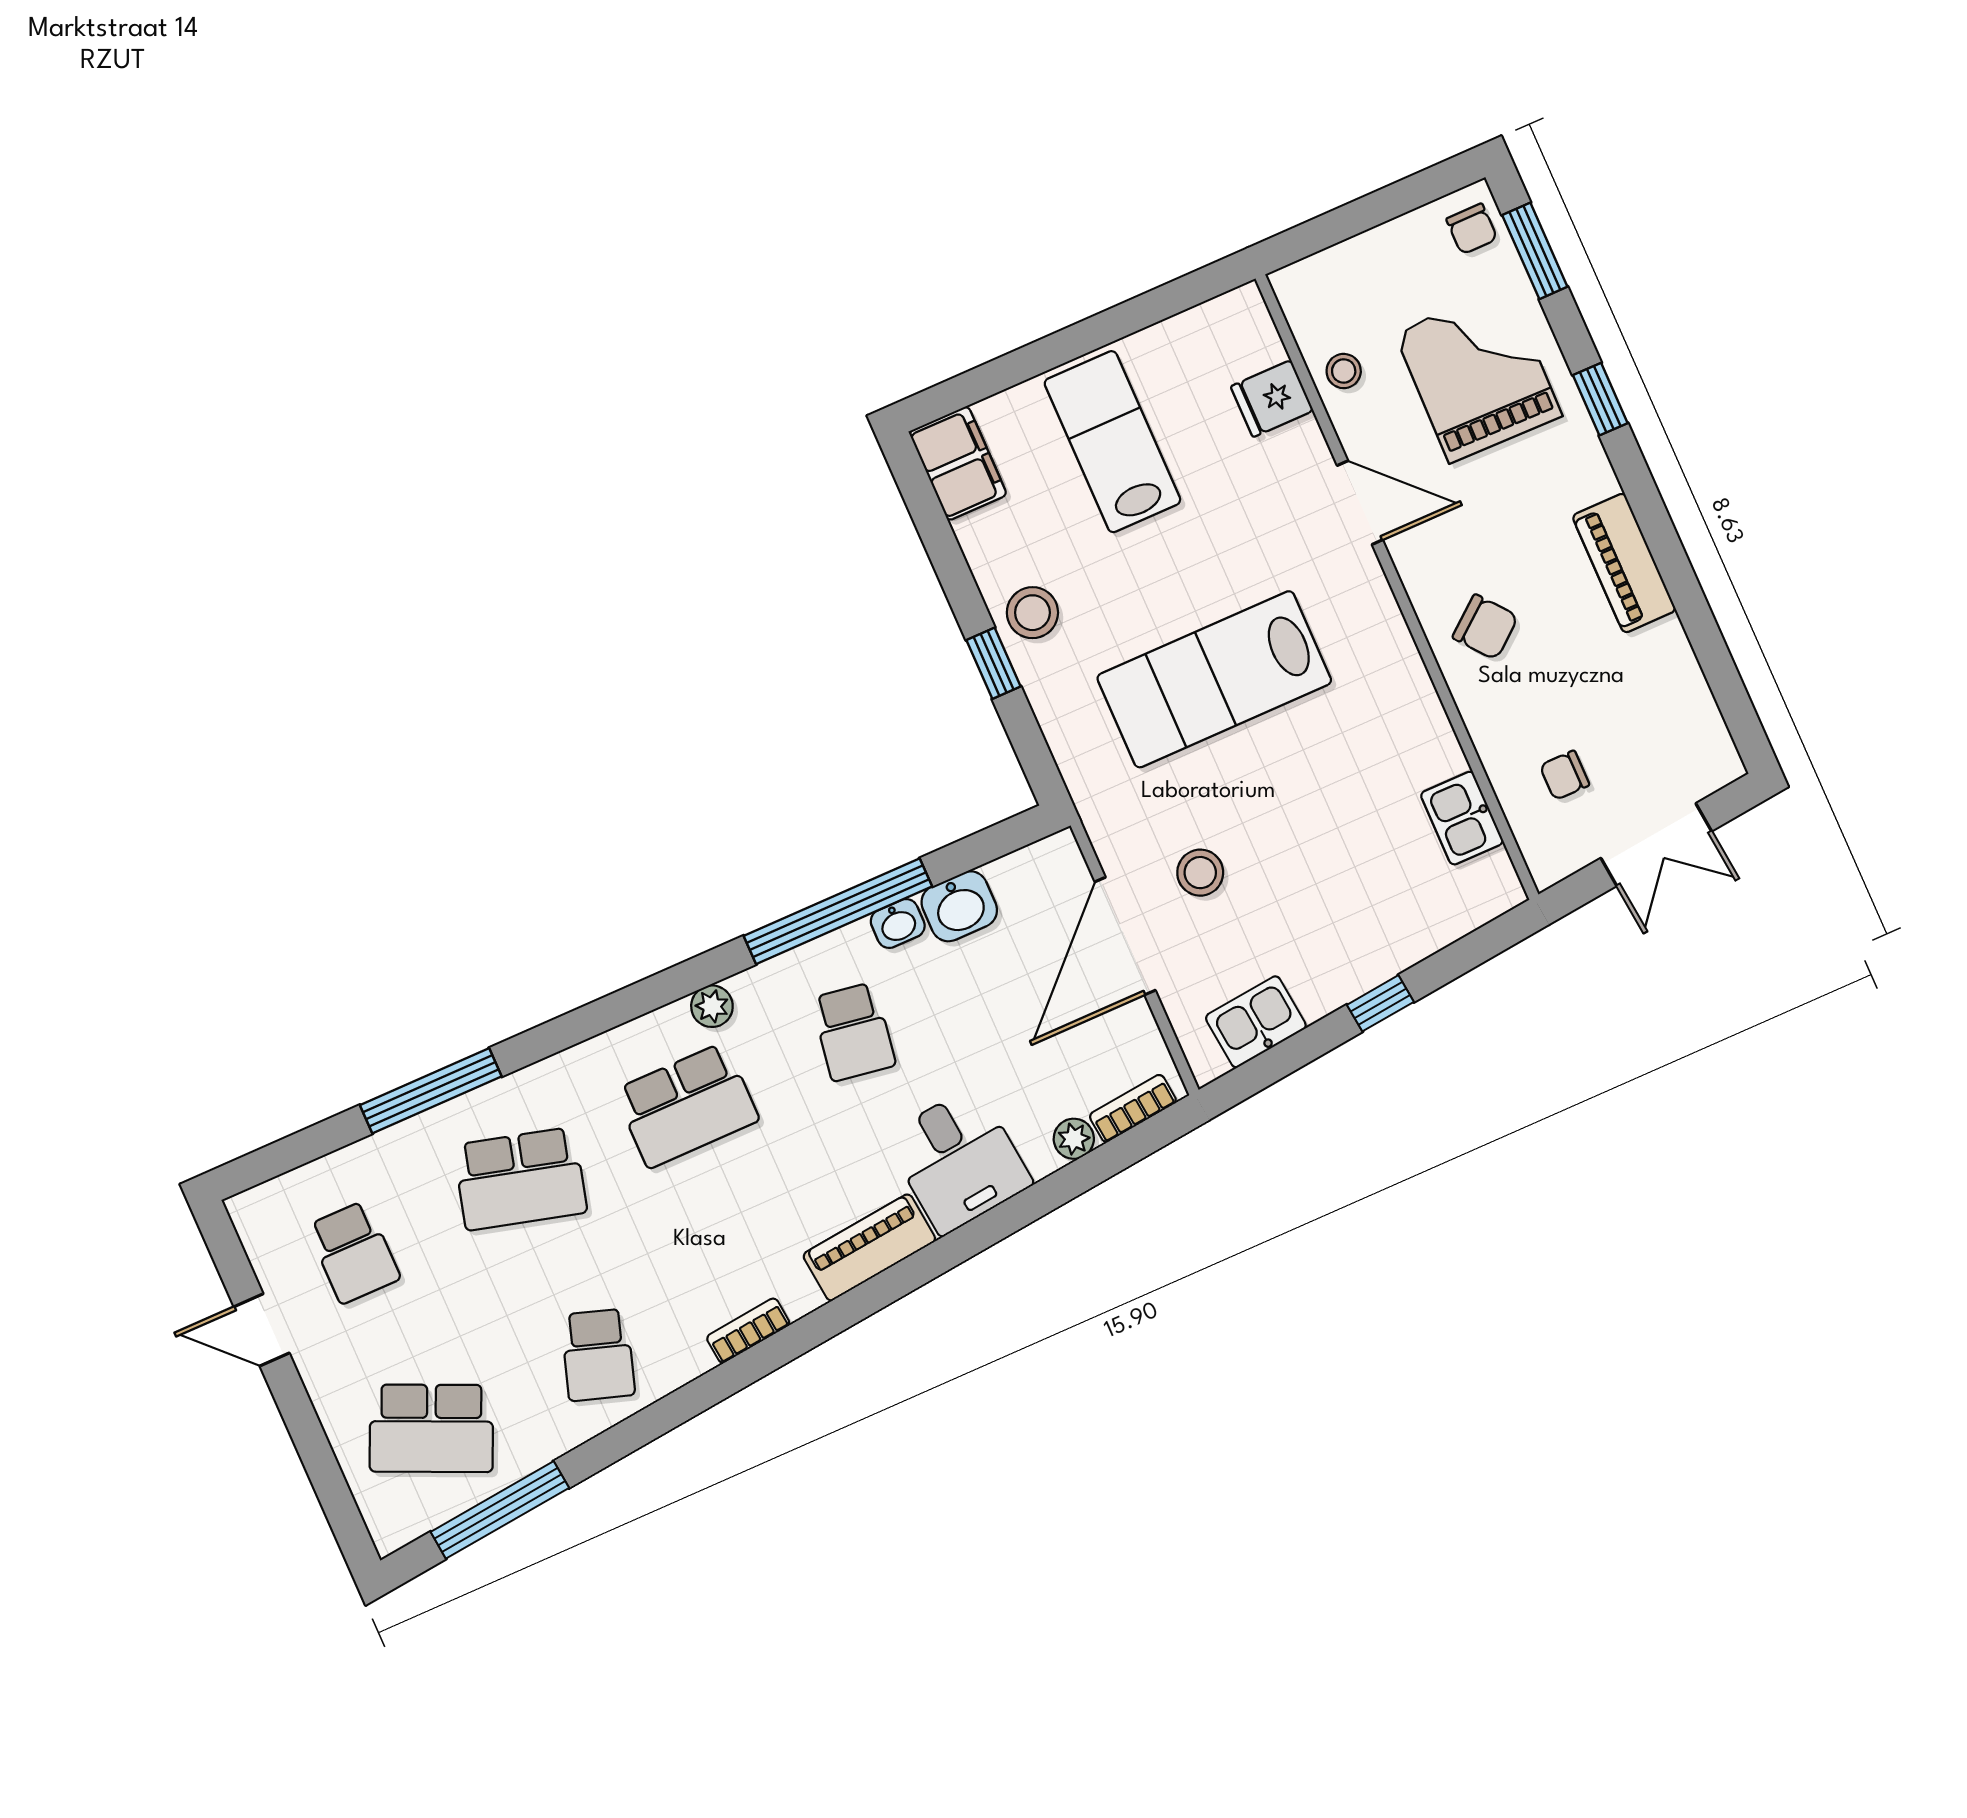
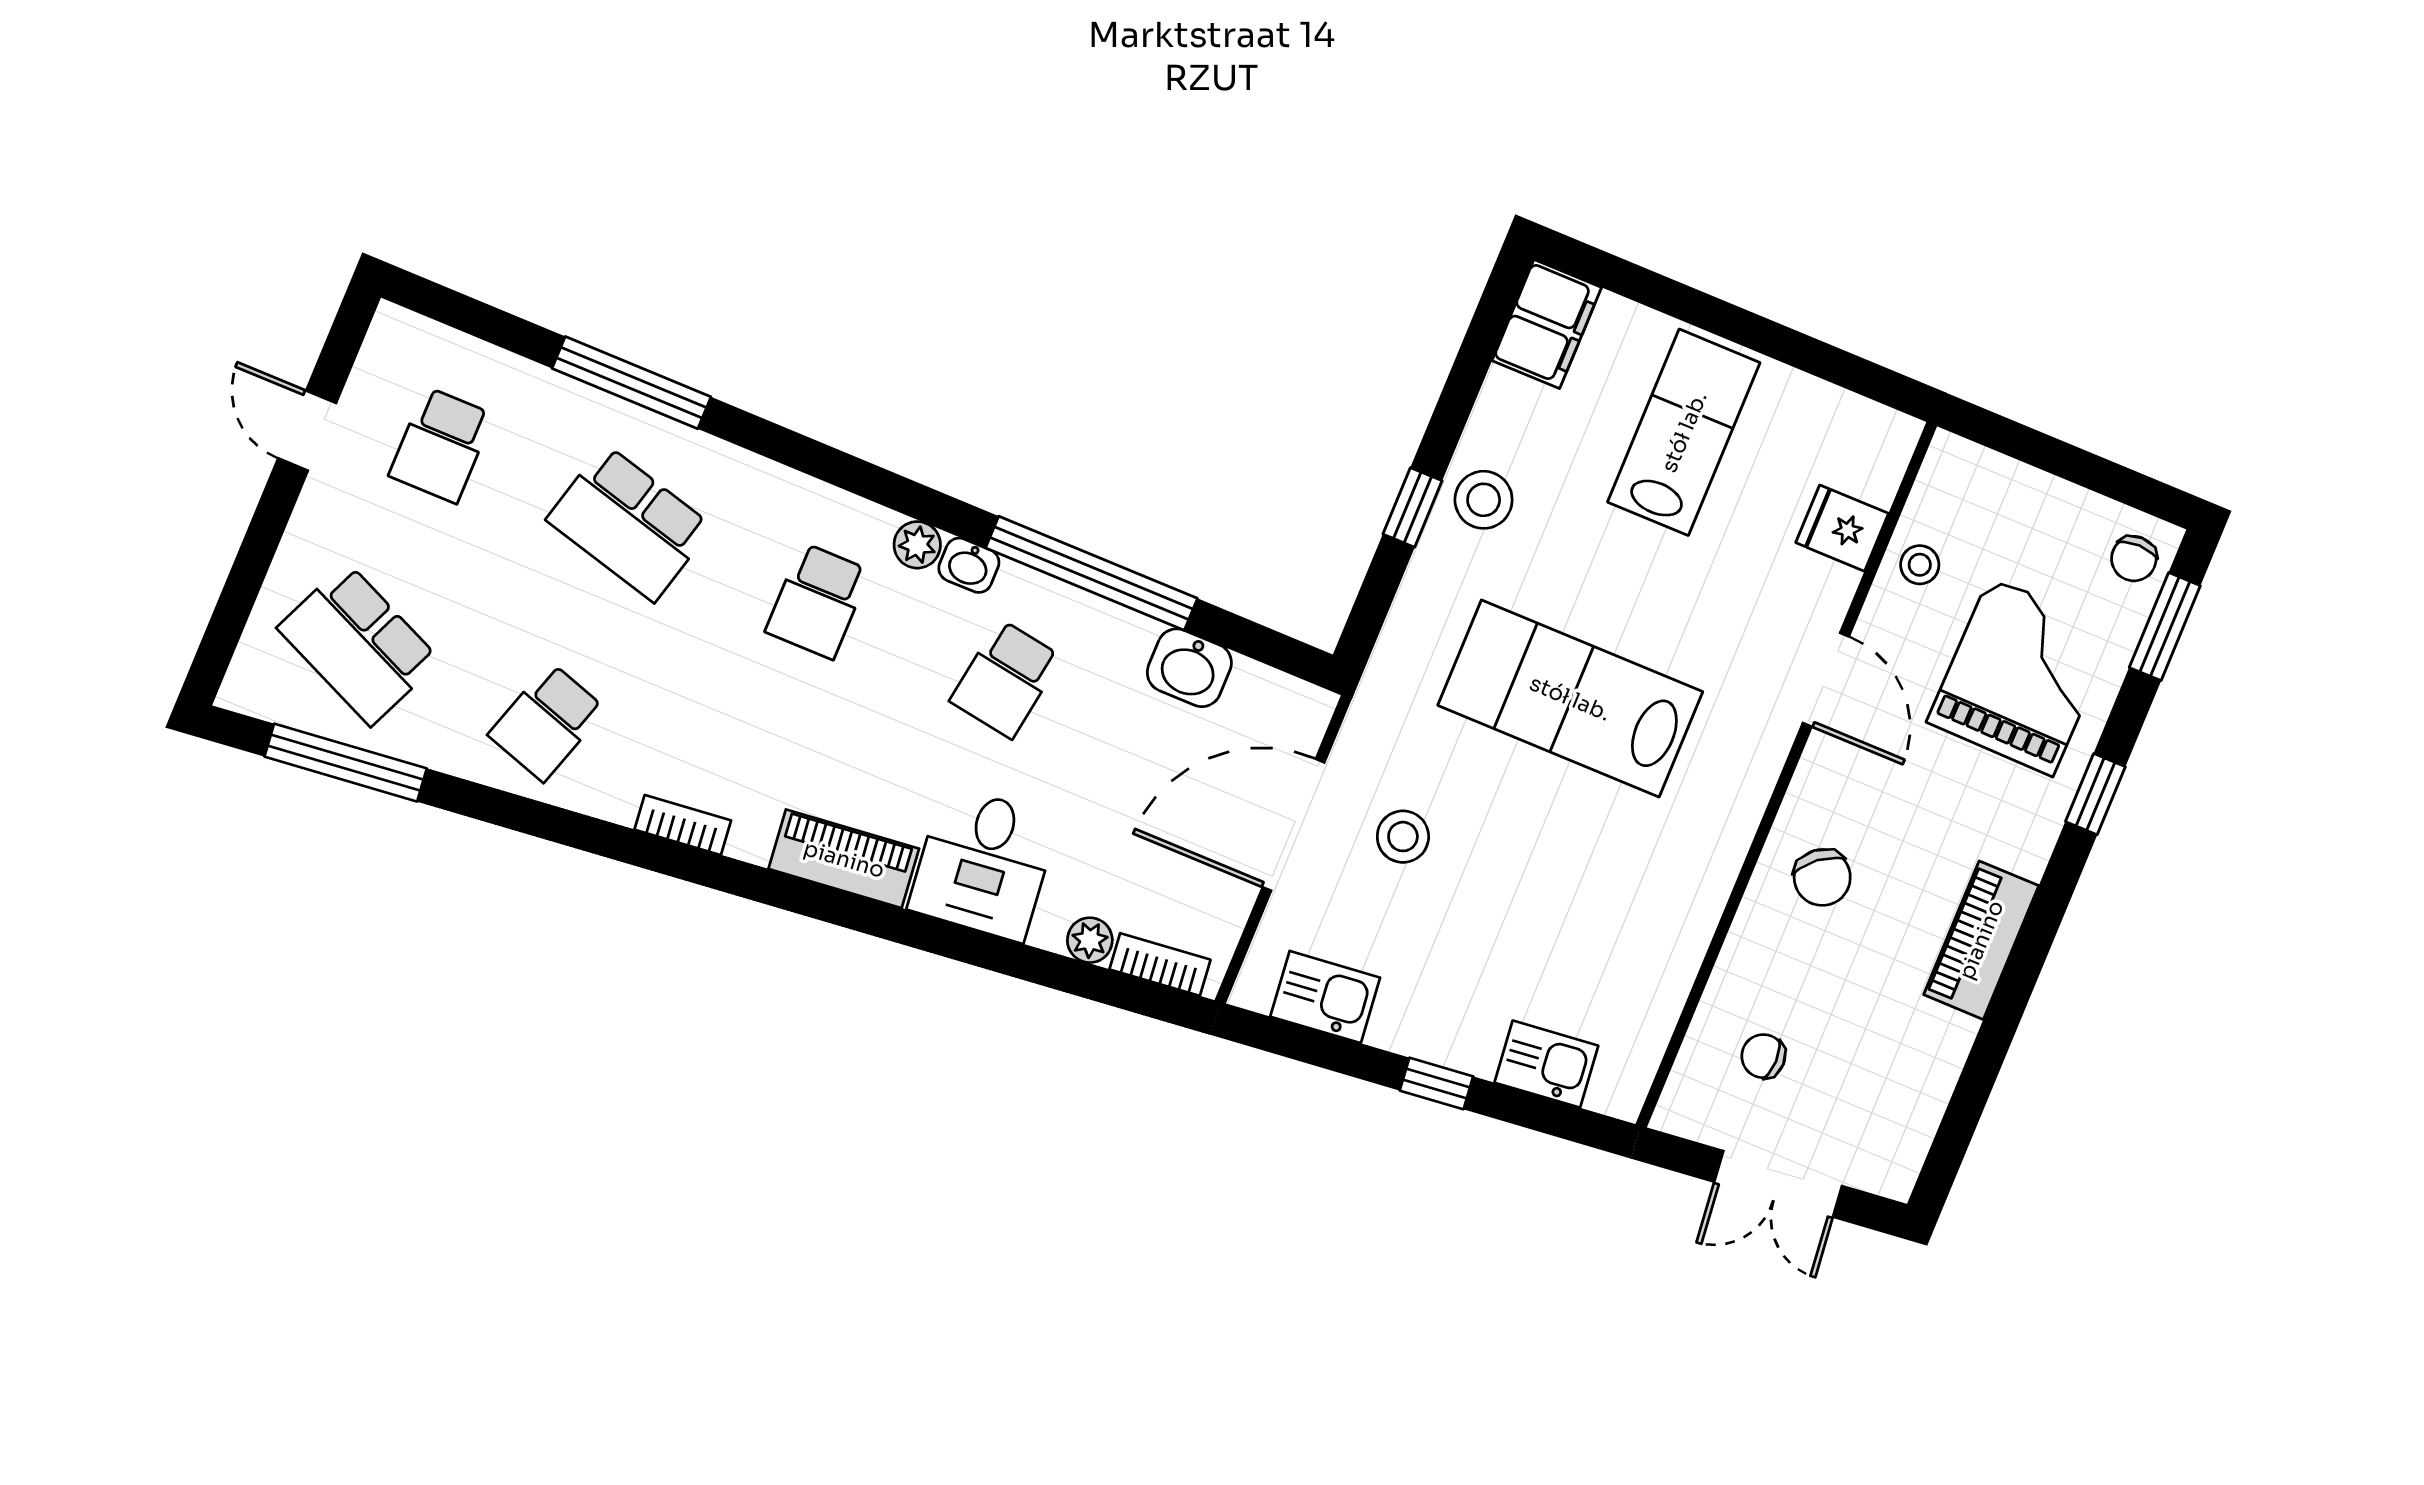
kitchen sink: (1462, 818) -> (1546, 1064), moved, turned 84
washbasin: (898, 924) -> (969, 565), moved
school desk: (687, 1105) -> (818, 601), width x0.54

